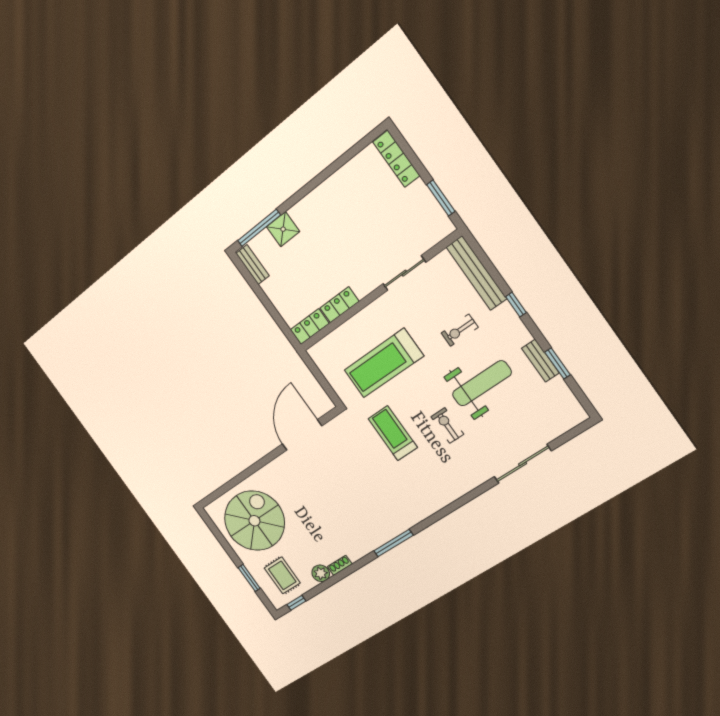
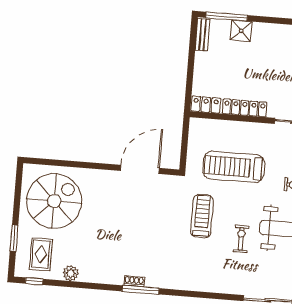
locker: (339, 305) -> (245, 108), width x1.53
shoe rack: (340, 565) -> (134, 281), moved

